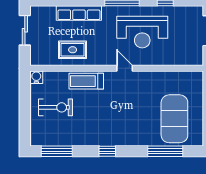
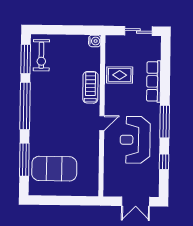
rug: (73, 50) -> (120, 75), turned 90
exercise bike: (56, 107) -> (41, 55), moved
window: (107, 151) -> (25, 106), width x3.17

